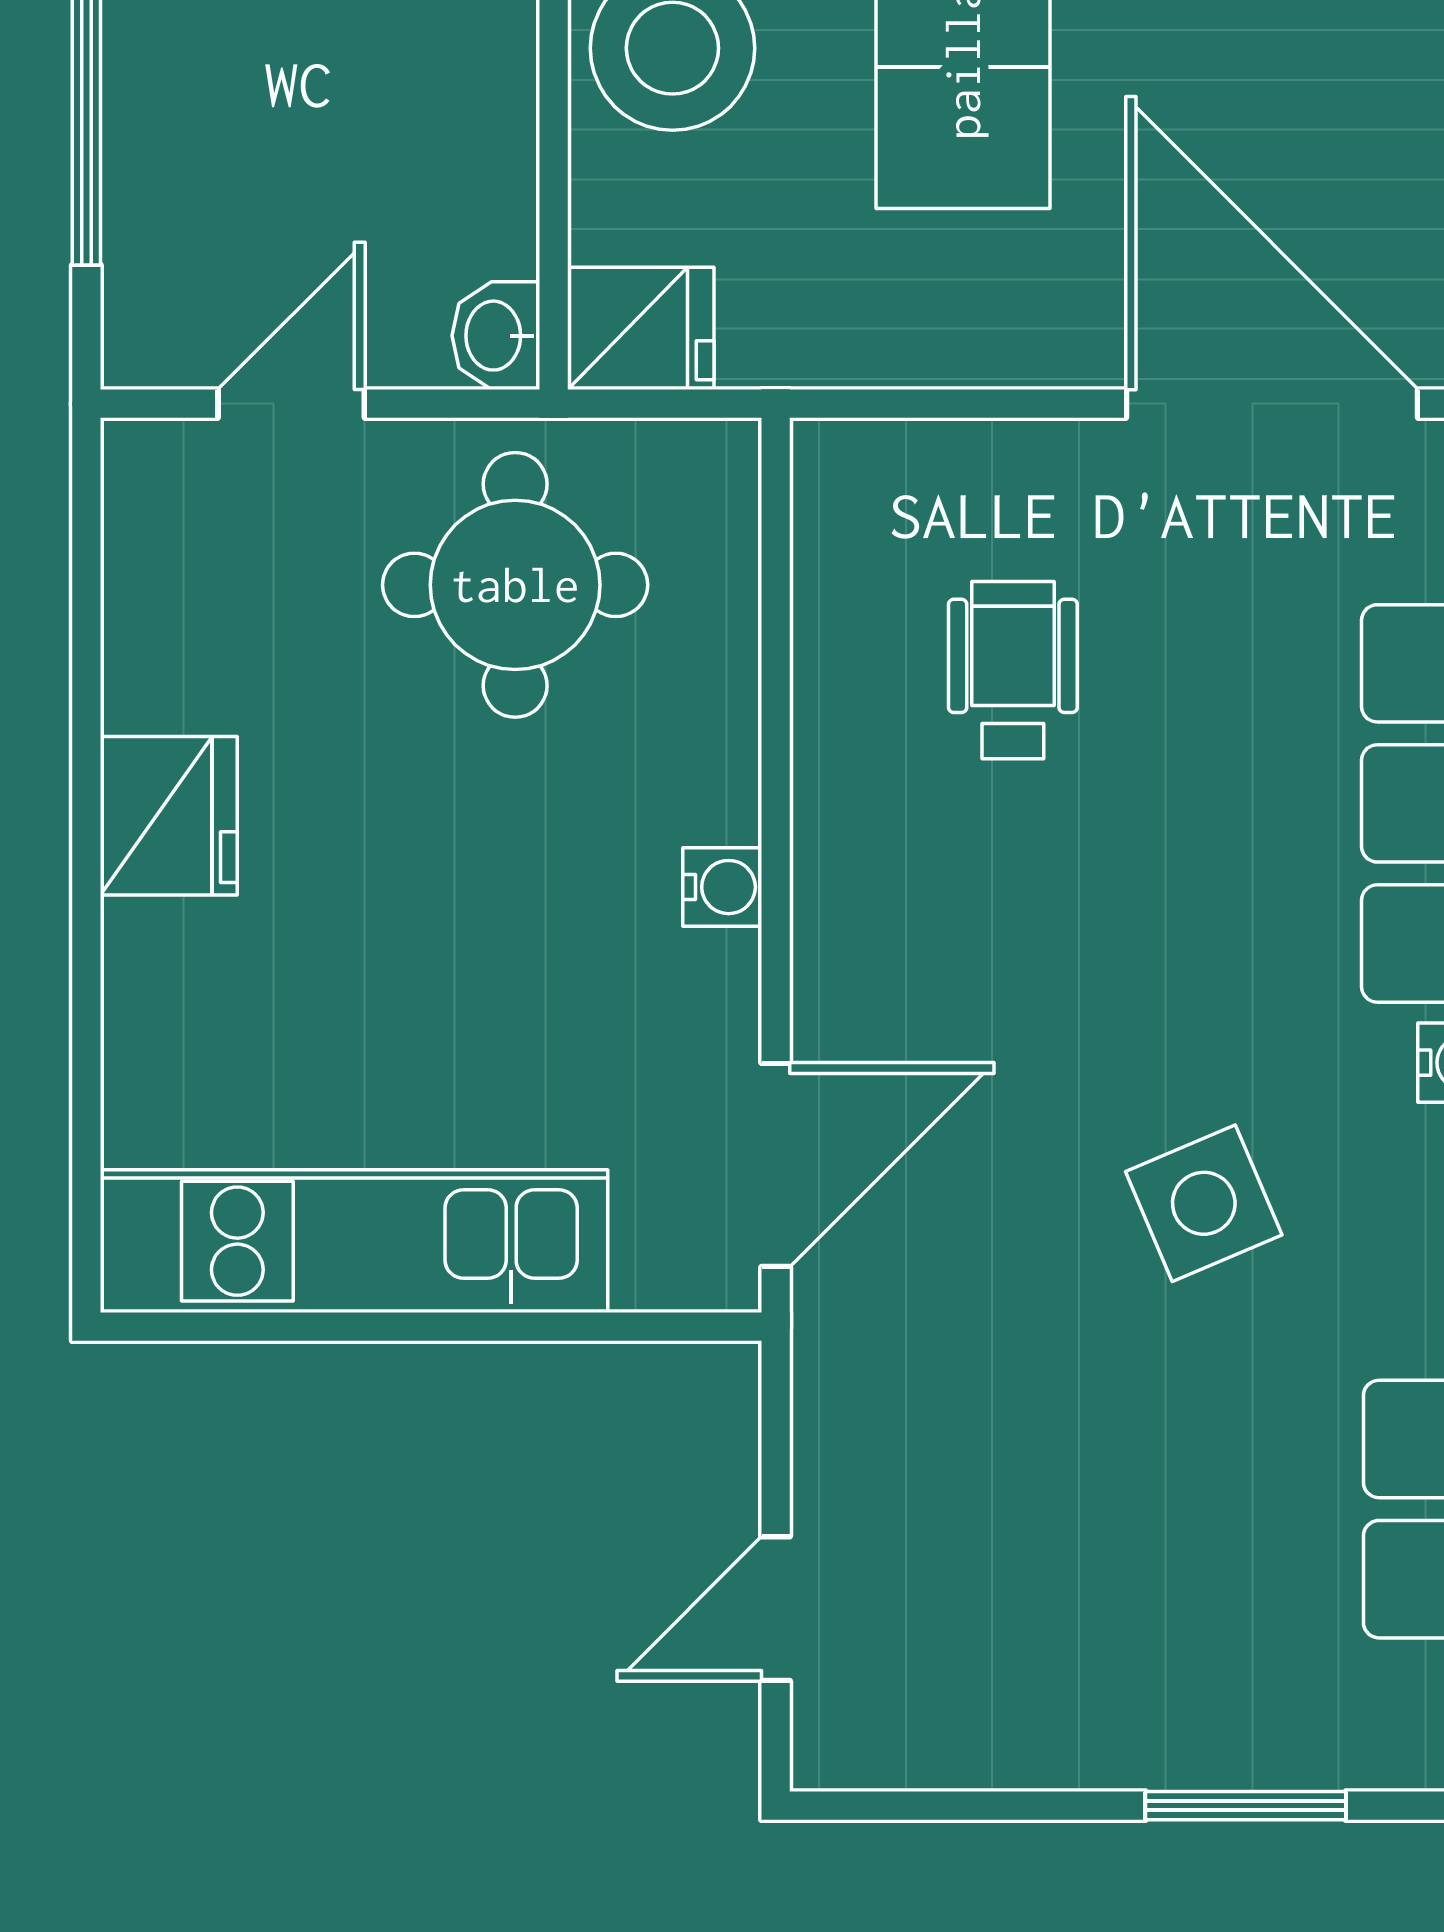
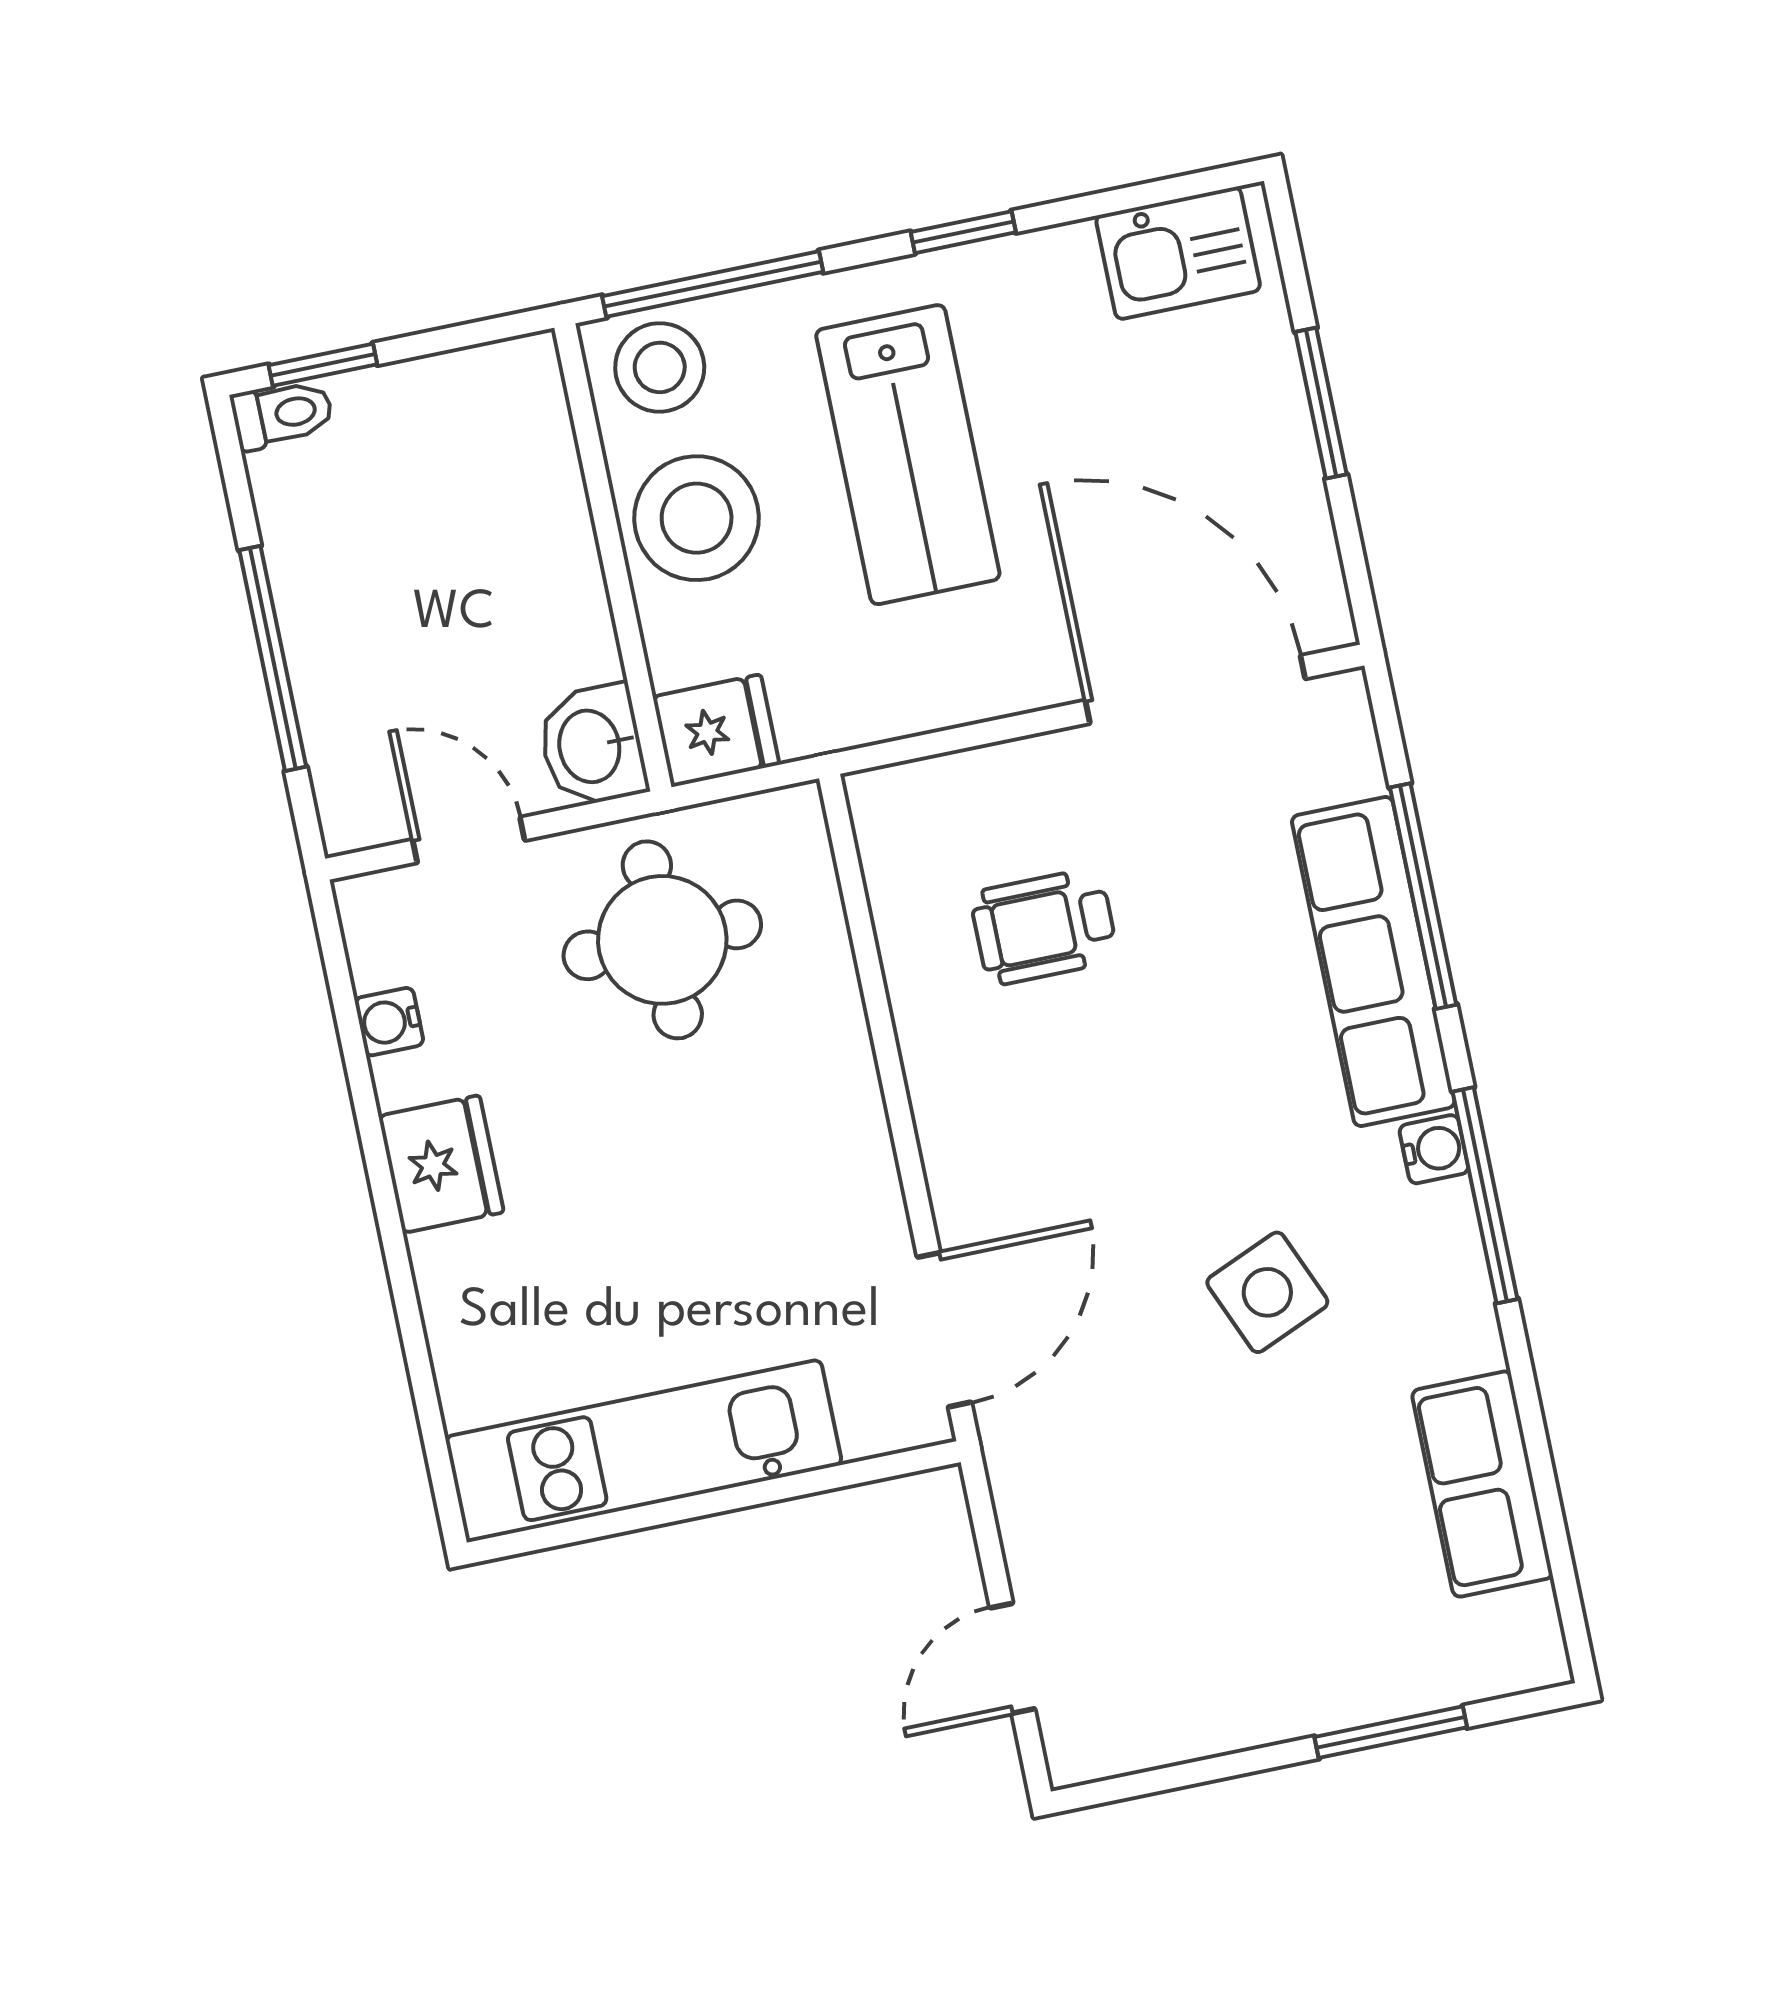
washbasin: (496, 336) -> (592, 746), width x1.38, depth x1.45
door: (291, 404) -> (469, 840), hinge flipped
wheelchair: (1013, 670) -> (1044, 927), turned -90
water cooler: (722, 887) -> (389, 1022), moved, turned 180

